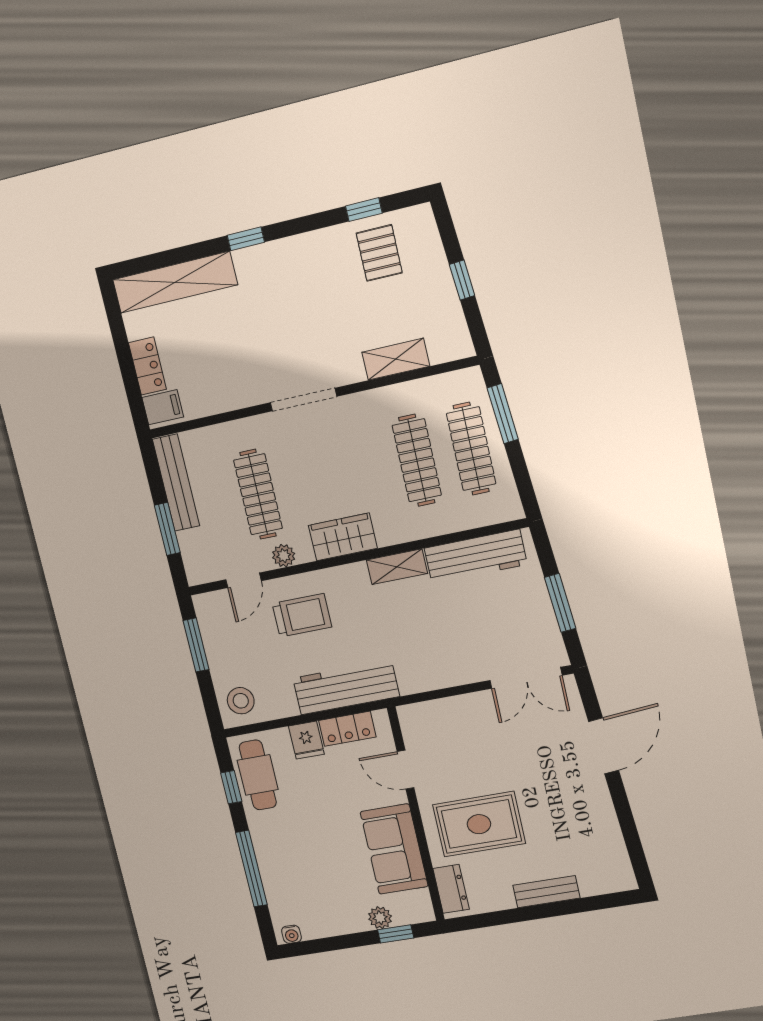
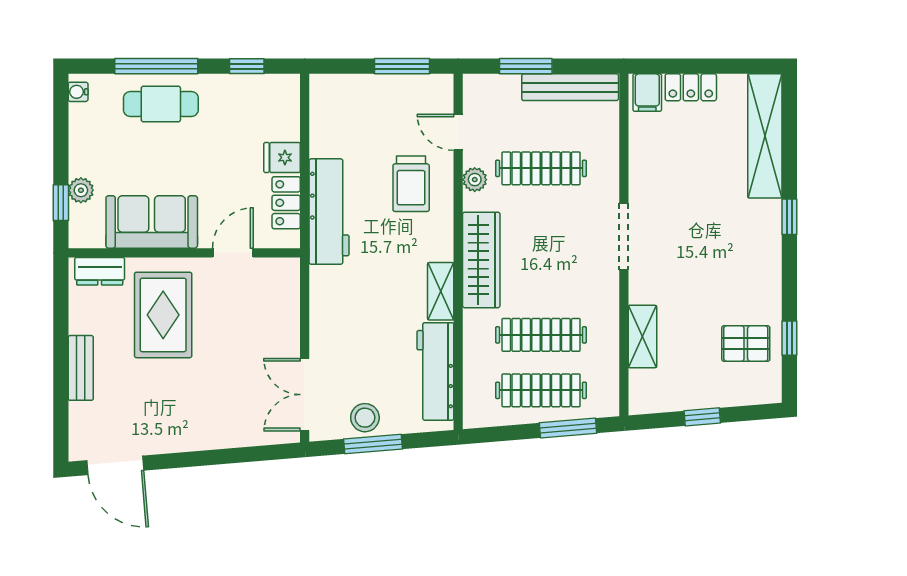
wardrobe: (343, 537) -> (481, 260), width x1.50
stool: (241, 701) -> (365, 418), moved
door: (604, 746) -> (115, 465), moved
cafe table: (258, 775) -> (161, 104), moved

